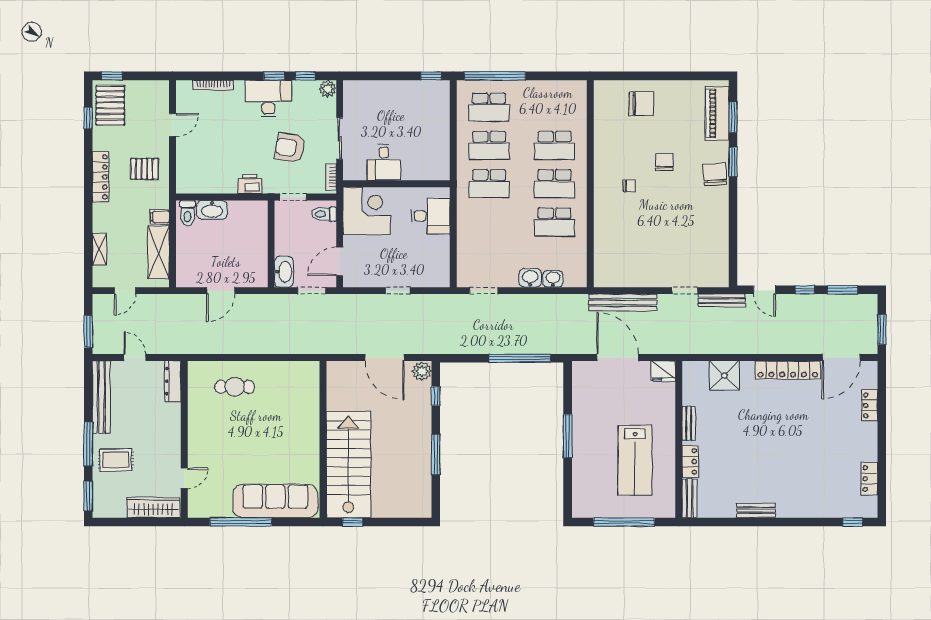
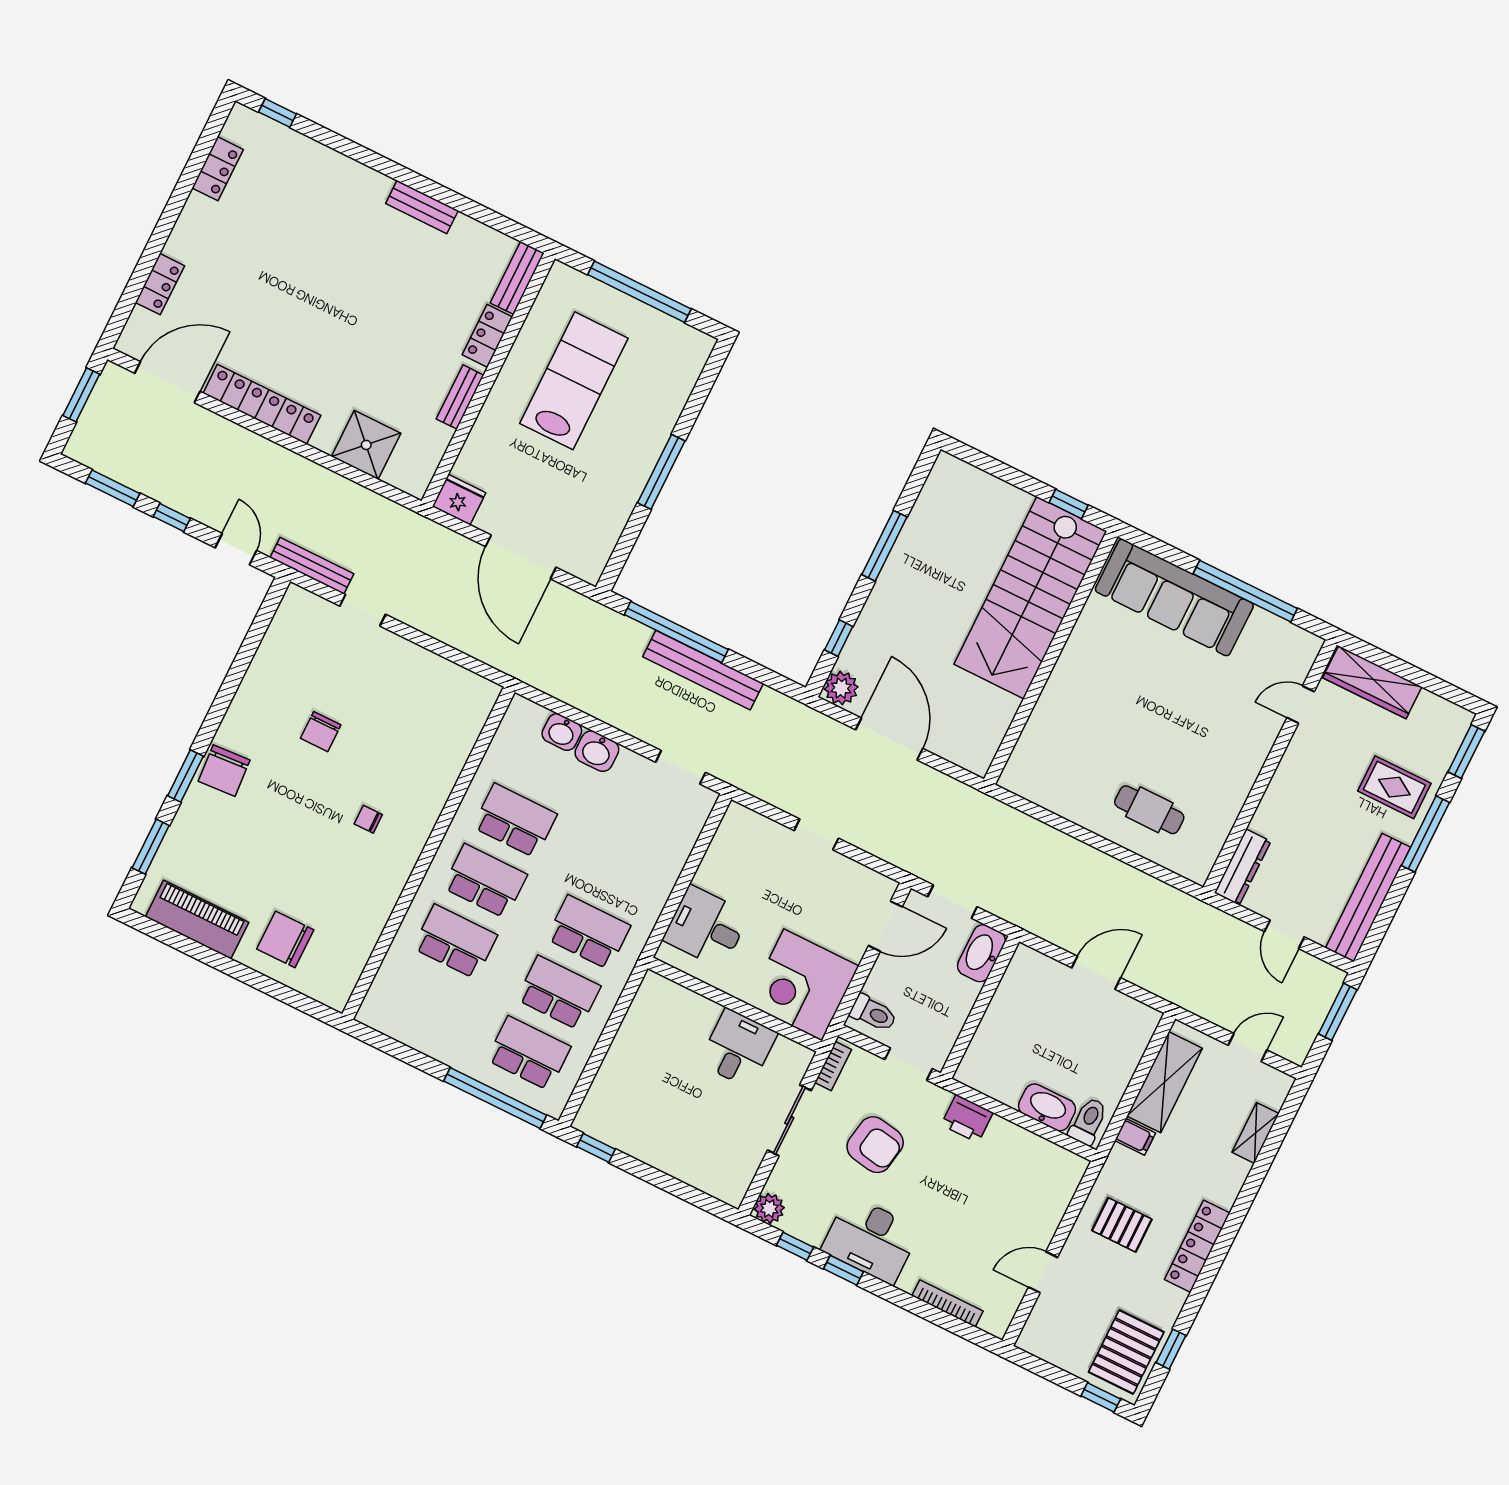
piano: (717, 113) -> (197, 919), moved, turned -90
chair: (664, 162) -> (321, 732), moved
bench: (623, 302) -> (703, 670), moved

